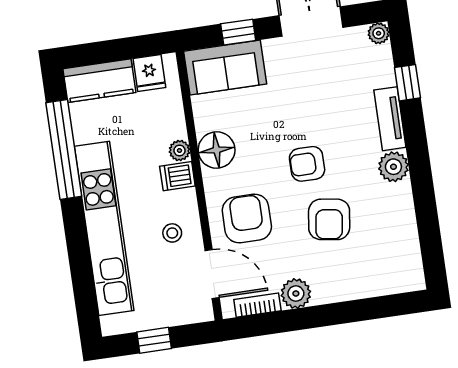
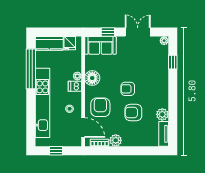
tv unit: (390, 119) -> (164, 134), moved
plant: (393, 167) -> (162, 114), moved
armchair: (329, 219) -> (133, 113), turned 82

